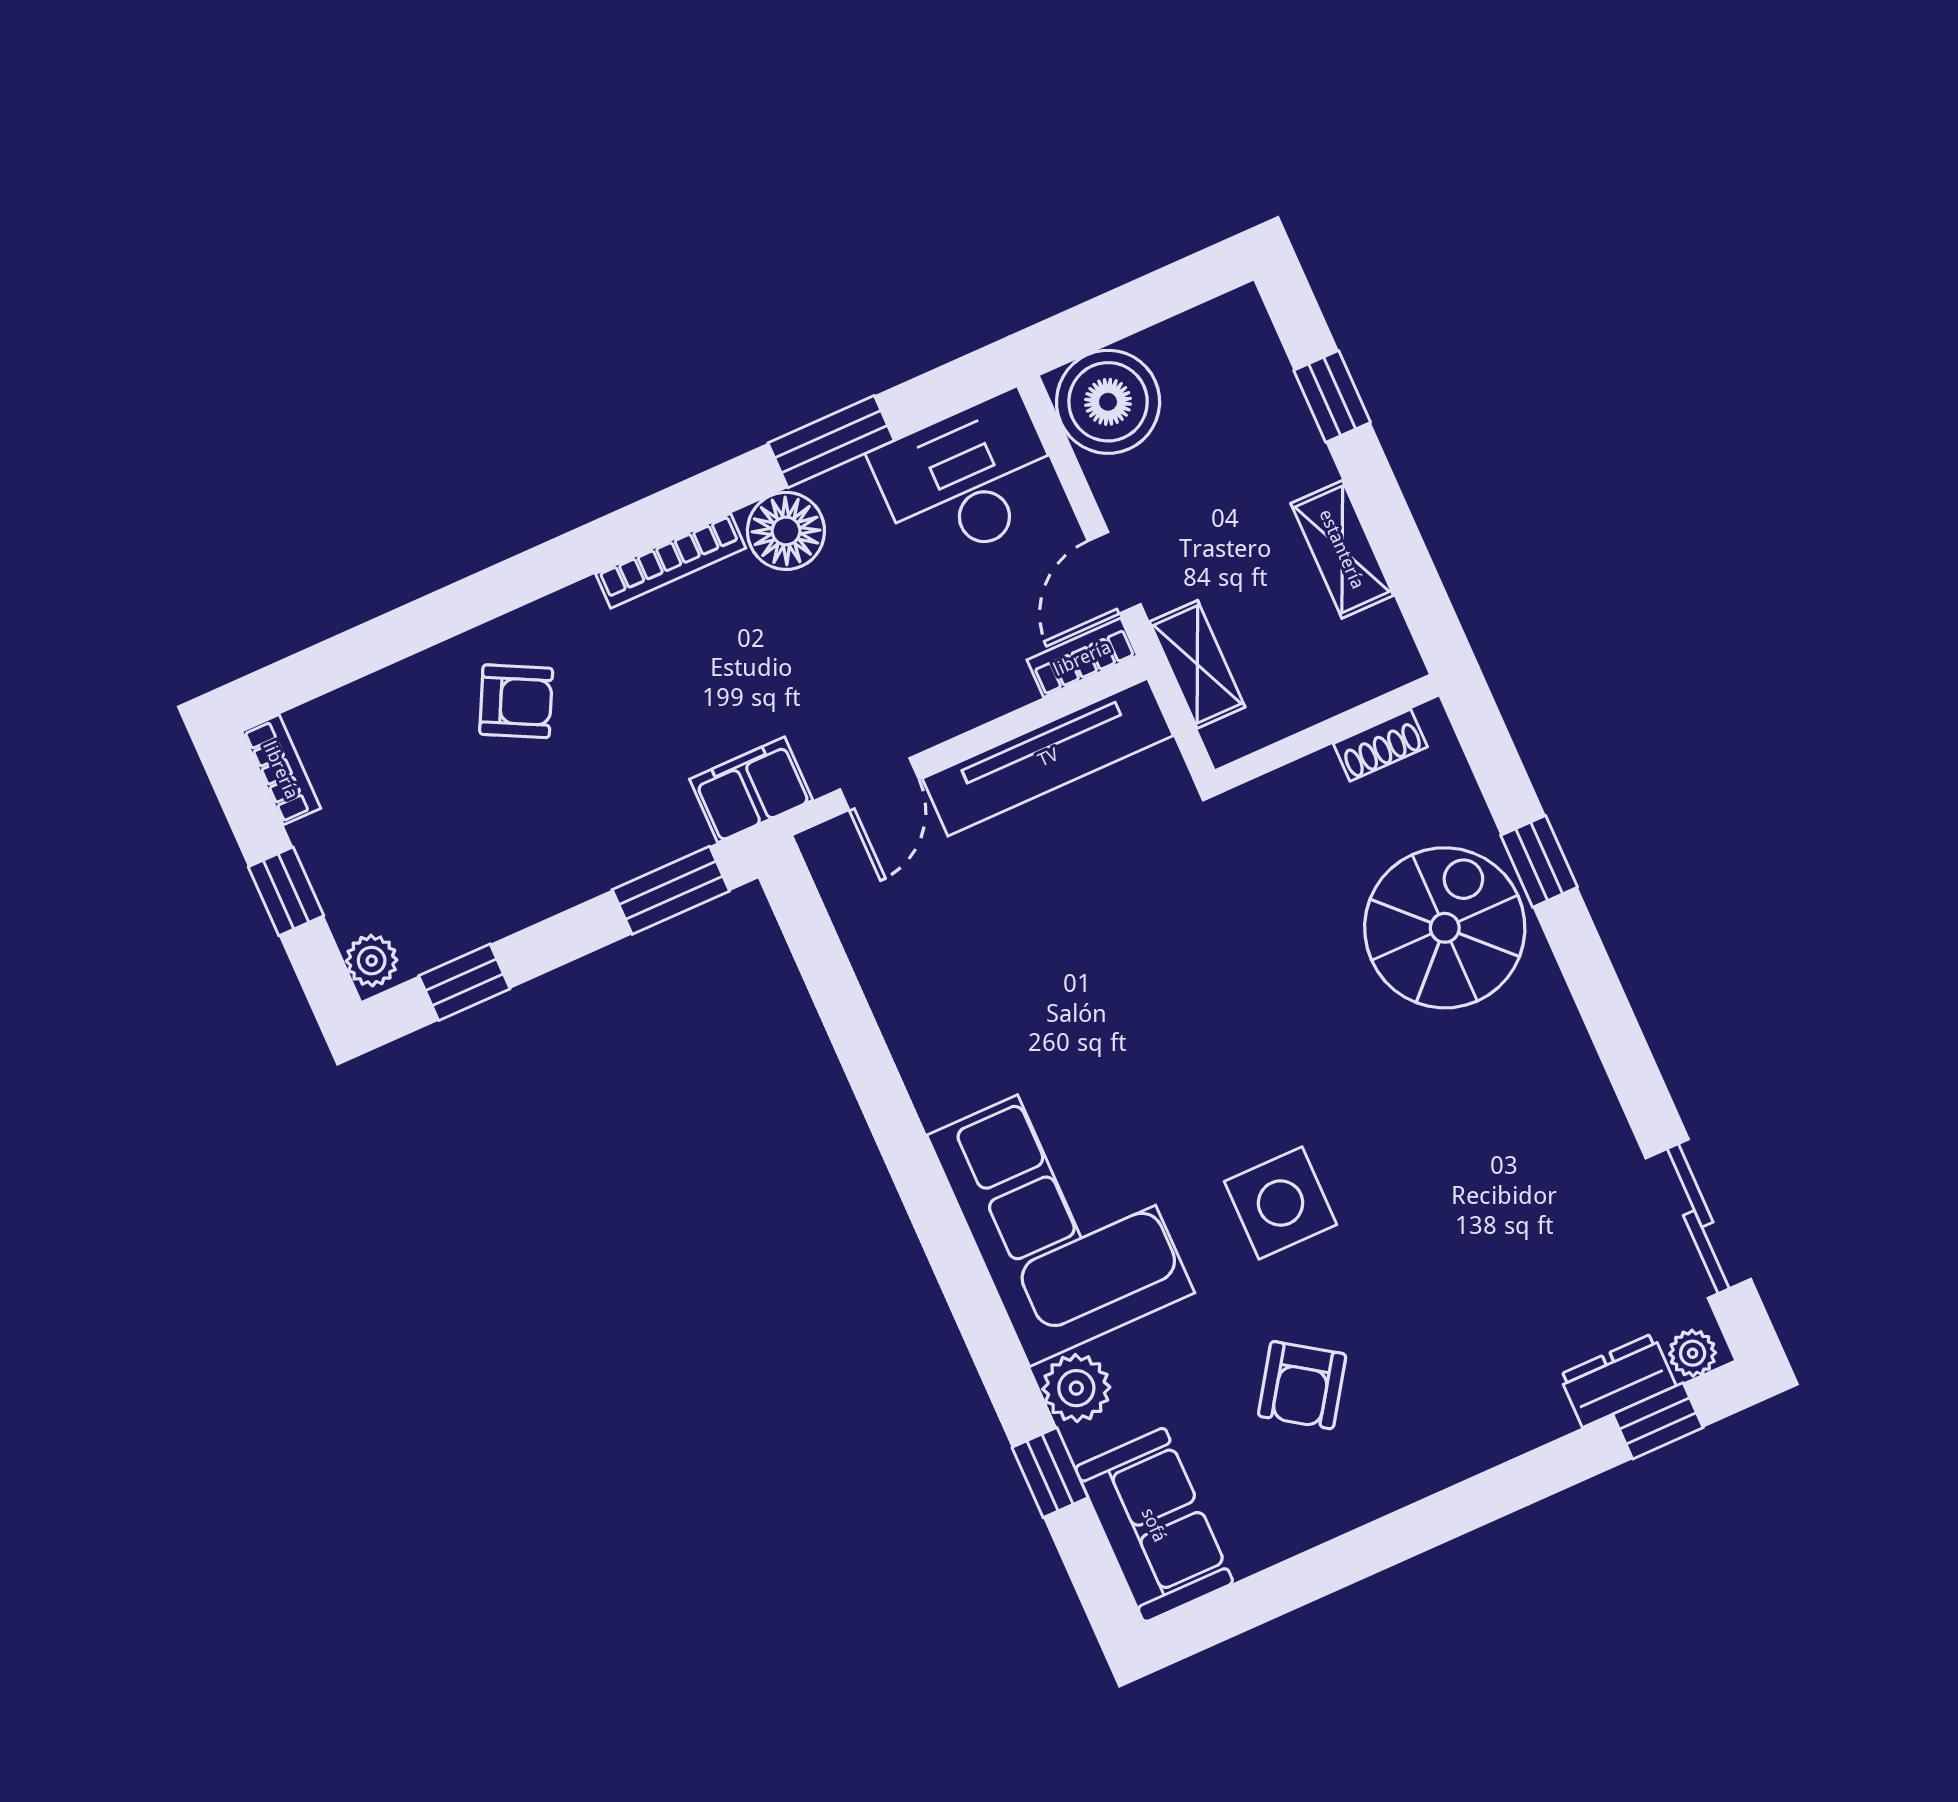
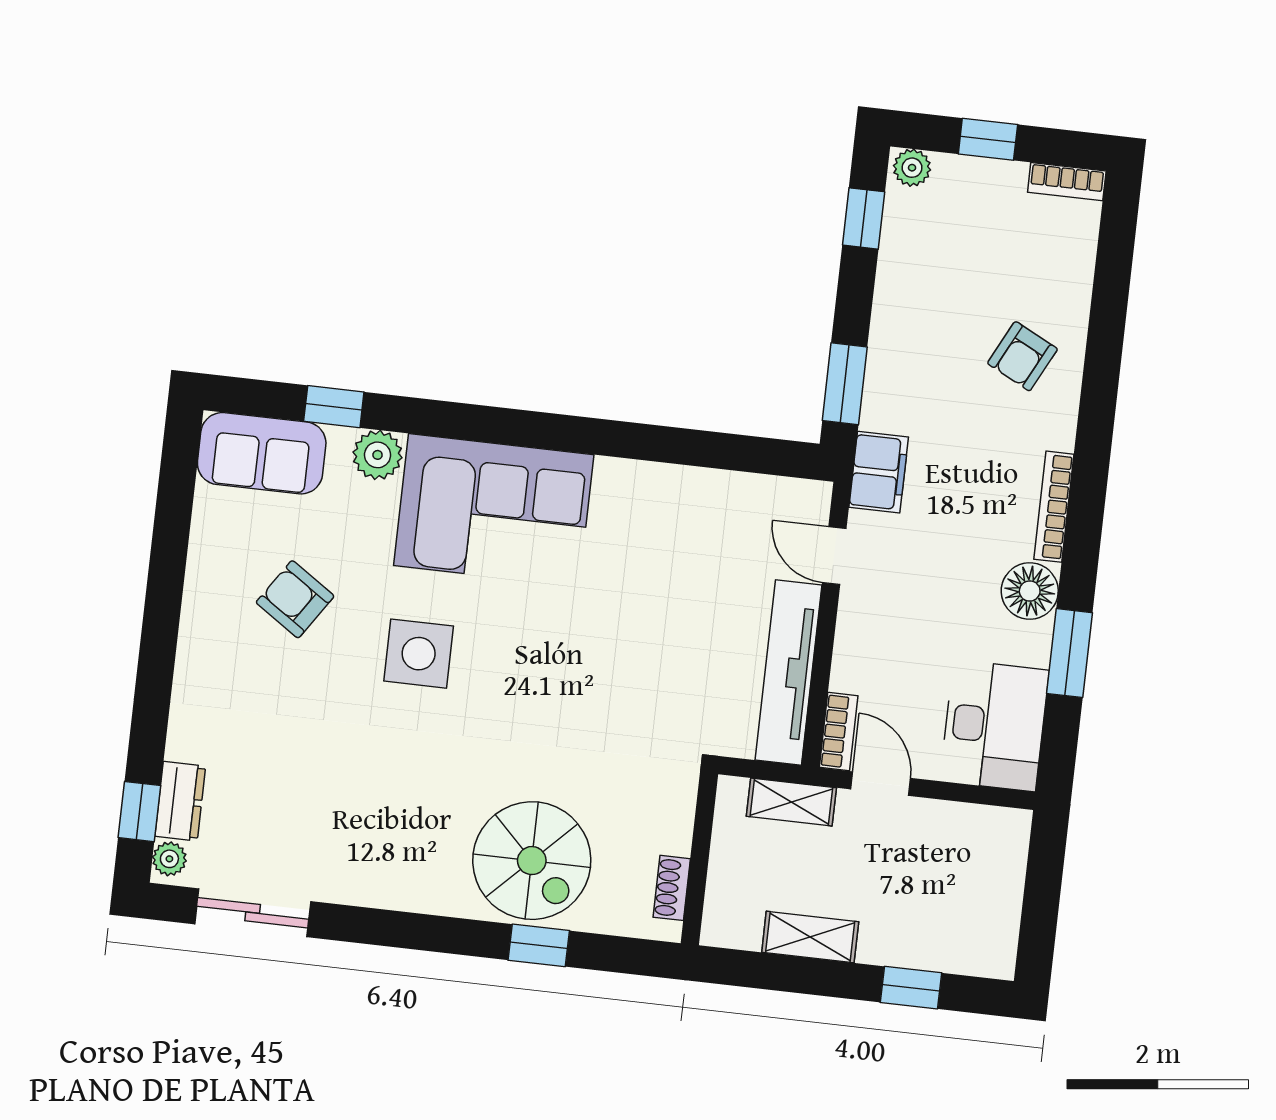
boiler: (1108, 402) -> (991, 844), removed

